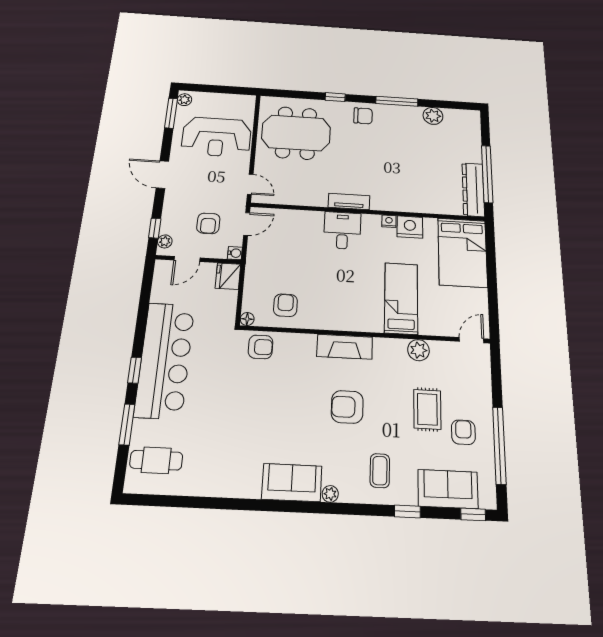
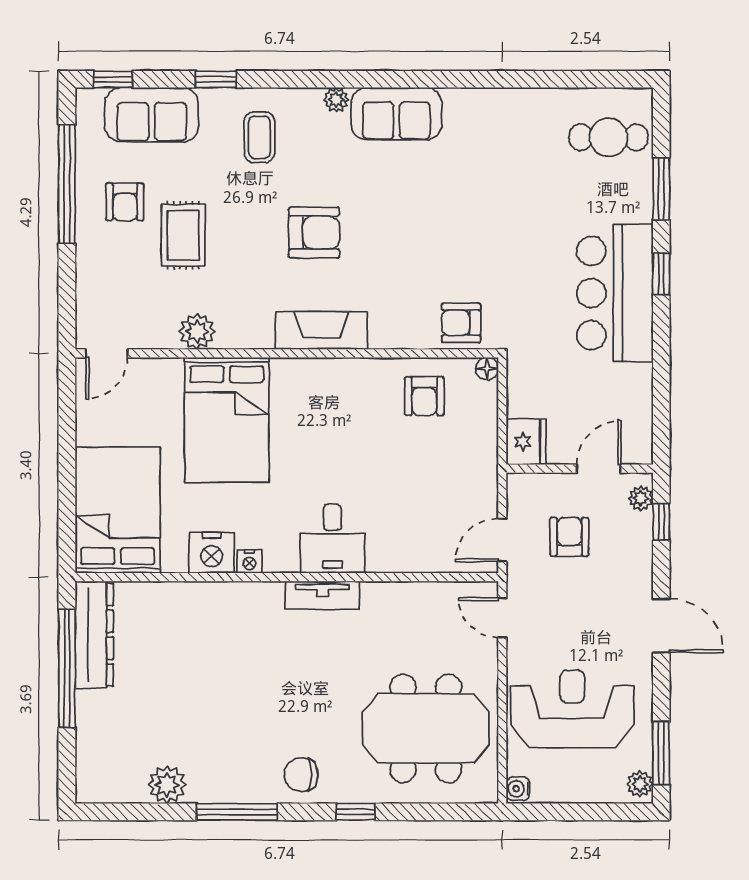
water cooler: (235, 253) -> (518, 789), moved
bed: (401, 298) -> (227, 420), width x1.50
bar counter: (165, 360) -> (615, 293), width x0.73

